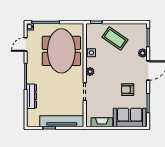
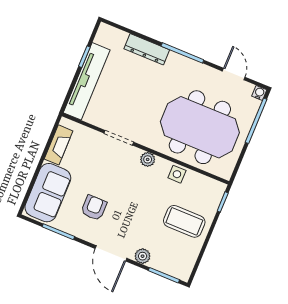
coffee table: (115, 38) -> (184, 221), turned 55

